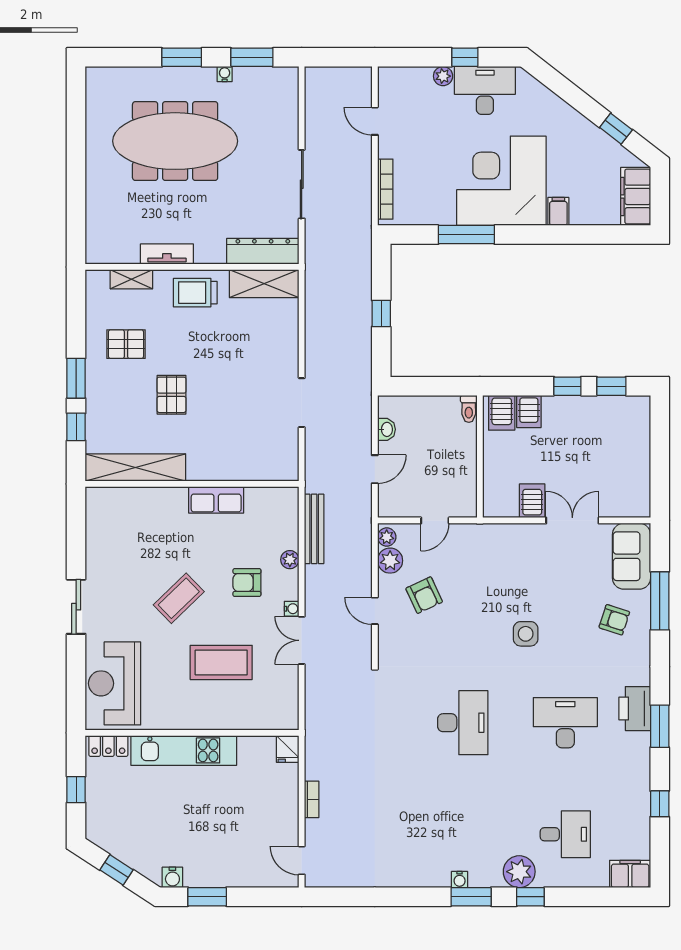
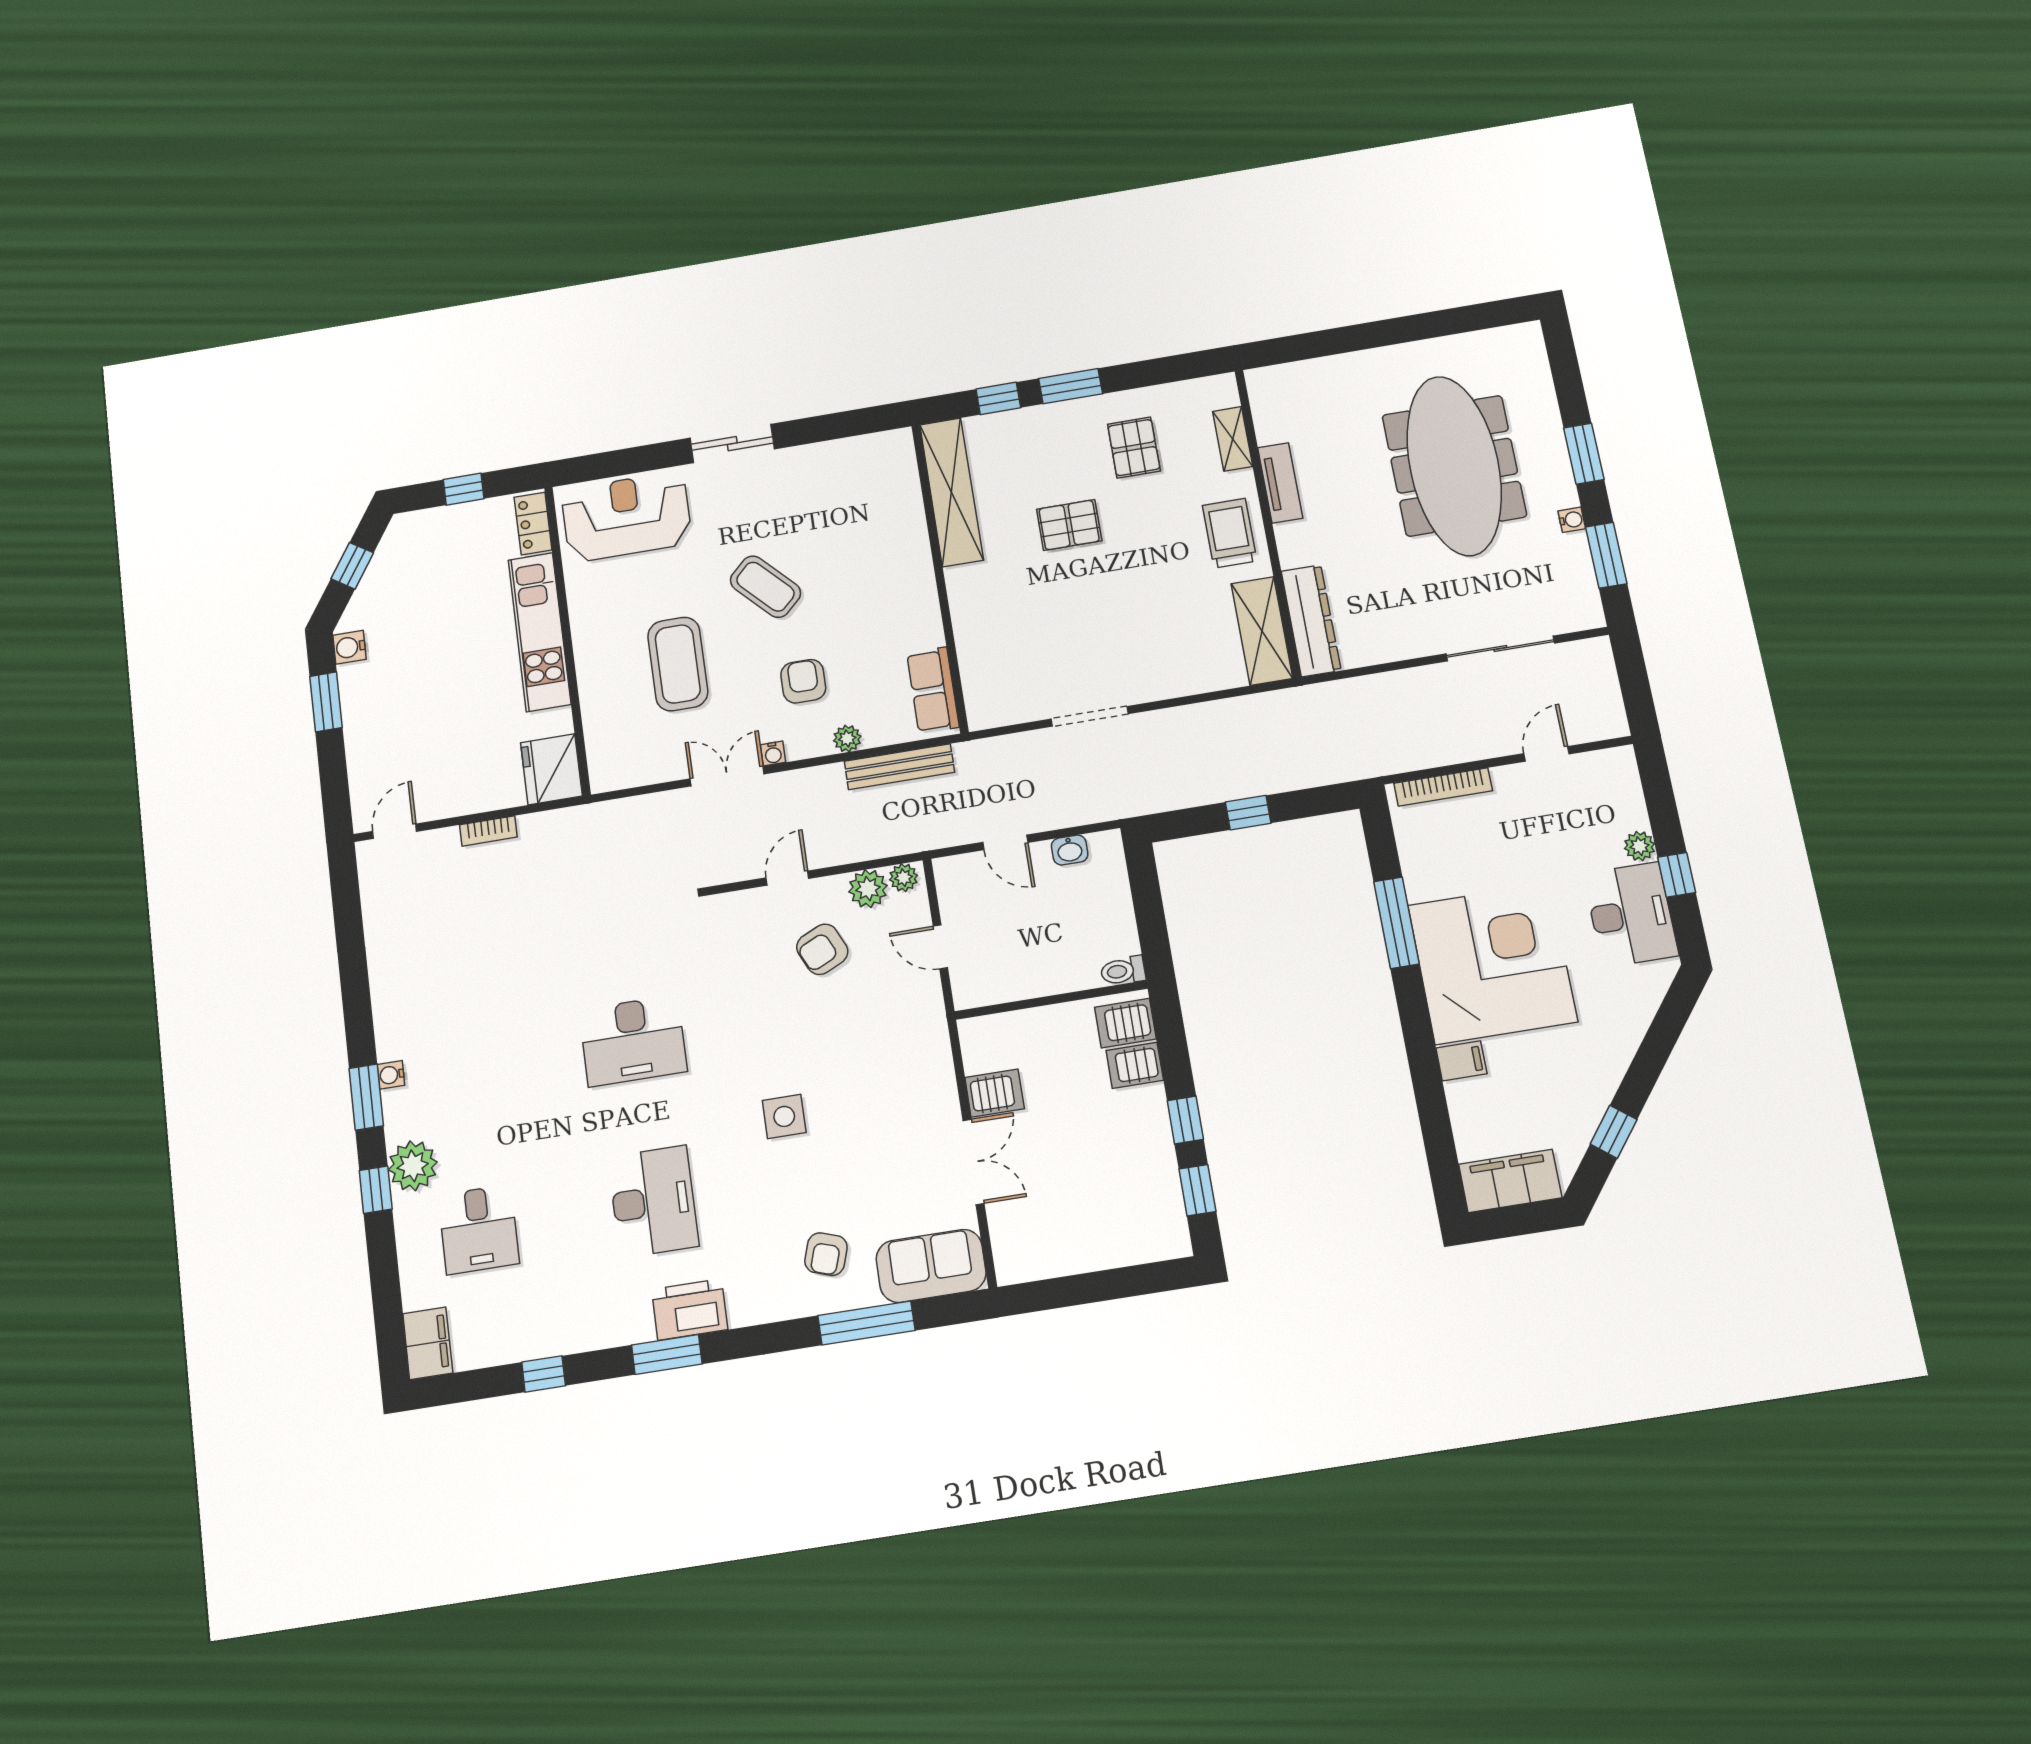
sliding door: (302, 184) -> (1500, 648), moved
row of seats: (216, 500) -> (933, 690), moved
fridge: (288, 749) -> (551, 769), width x1.88, depth x1.34

